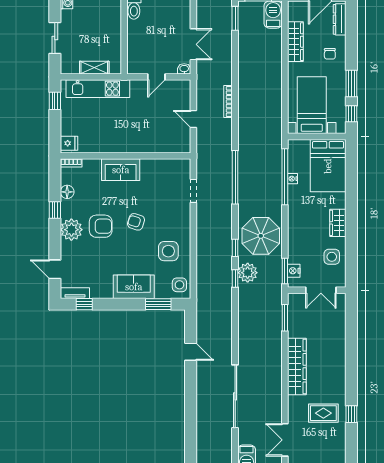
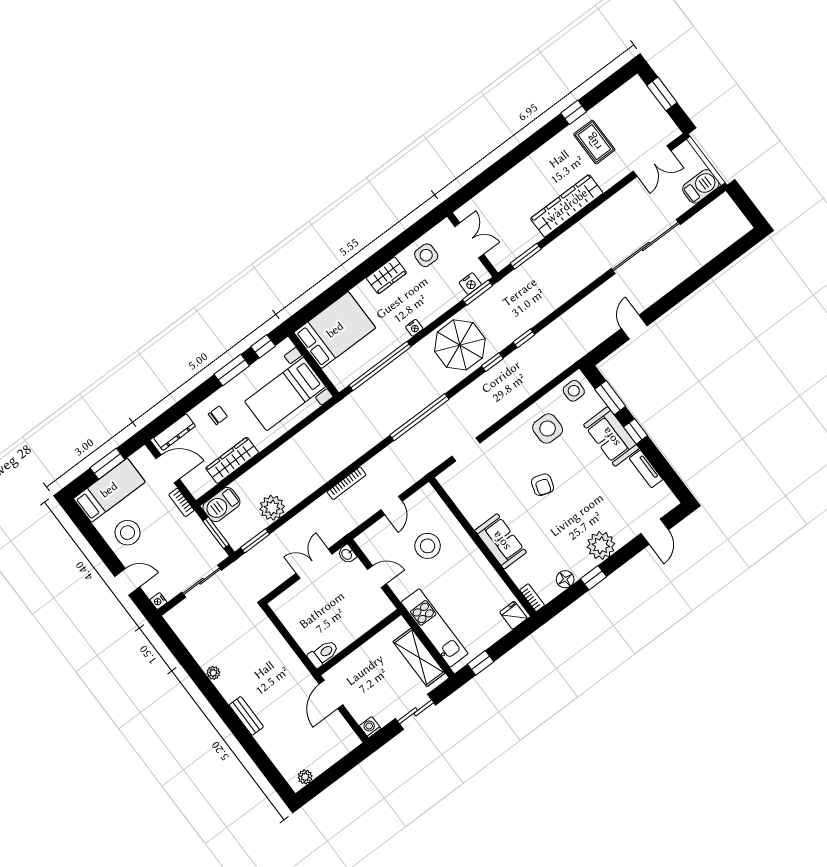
shelving: (94, 68) -> (419, 657), width x1.50, depth x1.33
stool: (152, 122) -> (428, 546), added
nightstand: (293, 179) -> (414, 328), moved
armchair: (101, 226) -> (575, 518), removed
plant: (248, 273) -> (272, 508), moved
tv unit: (75, 293) -> (646, 469), moved
window: (84, 304) -> (636, 431), moved

